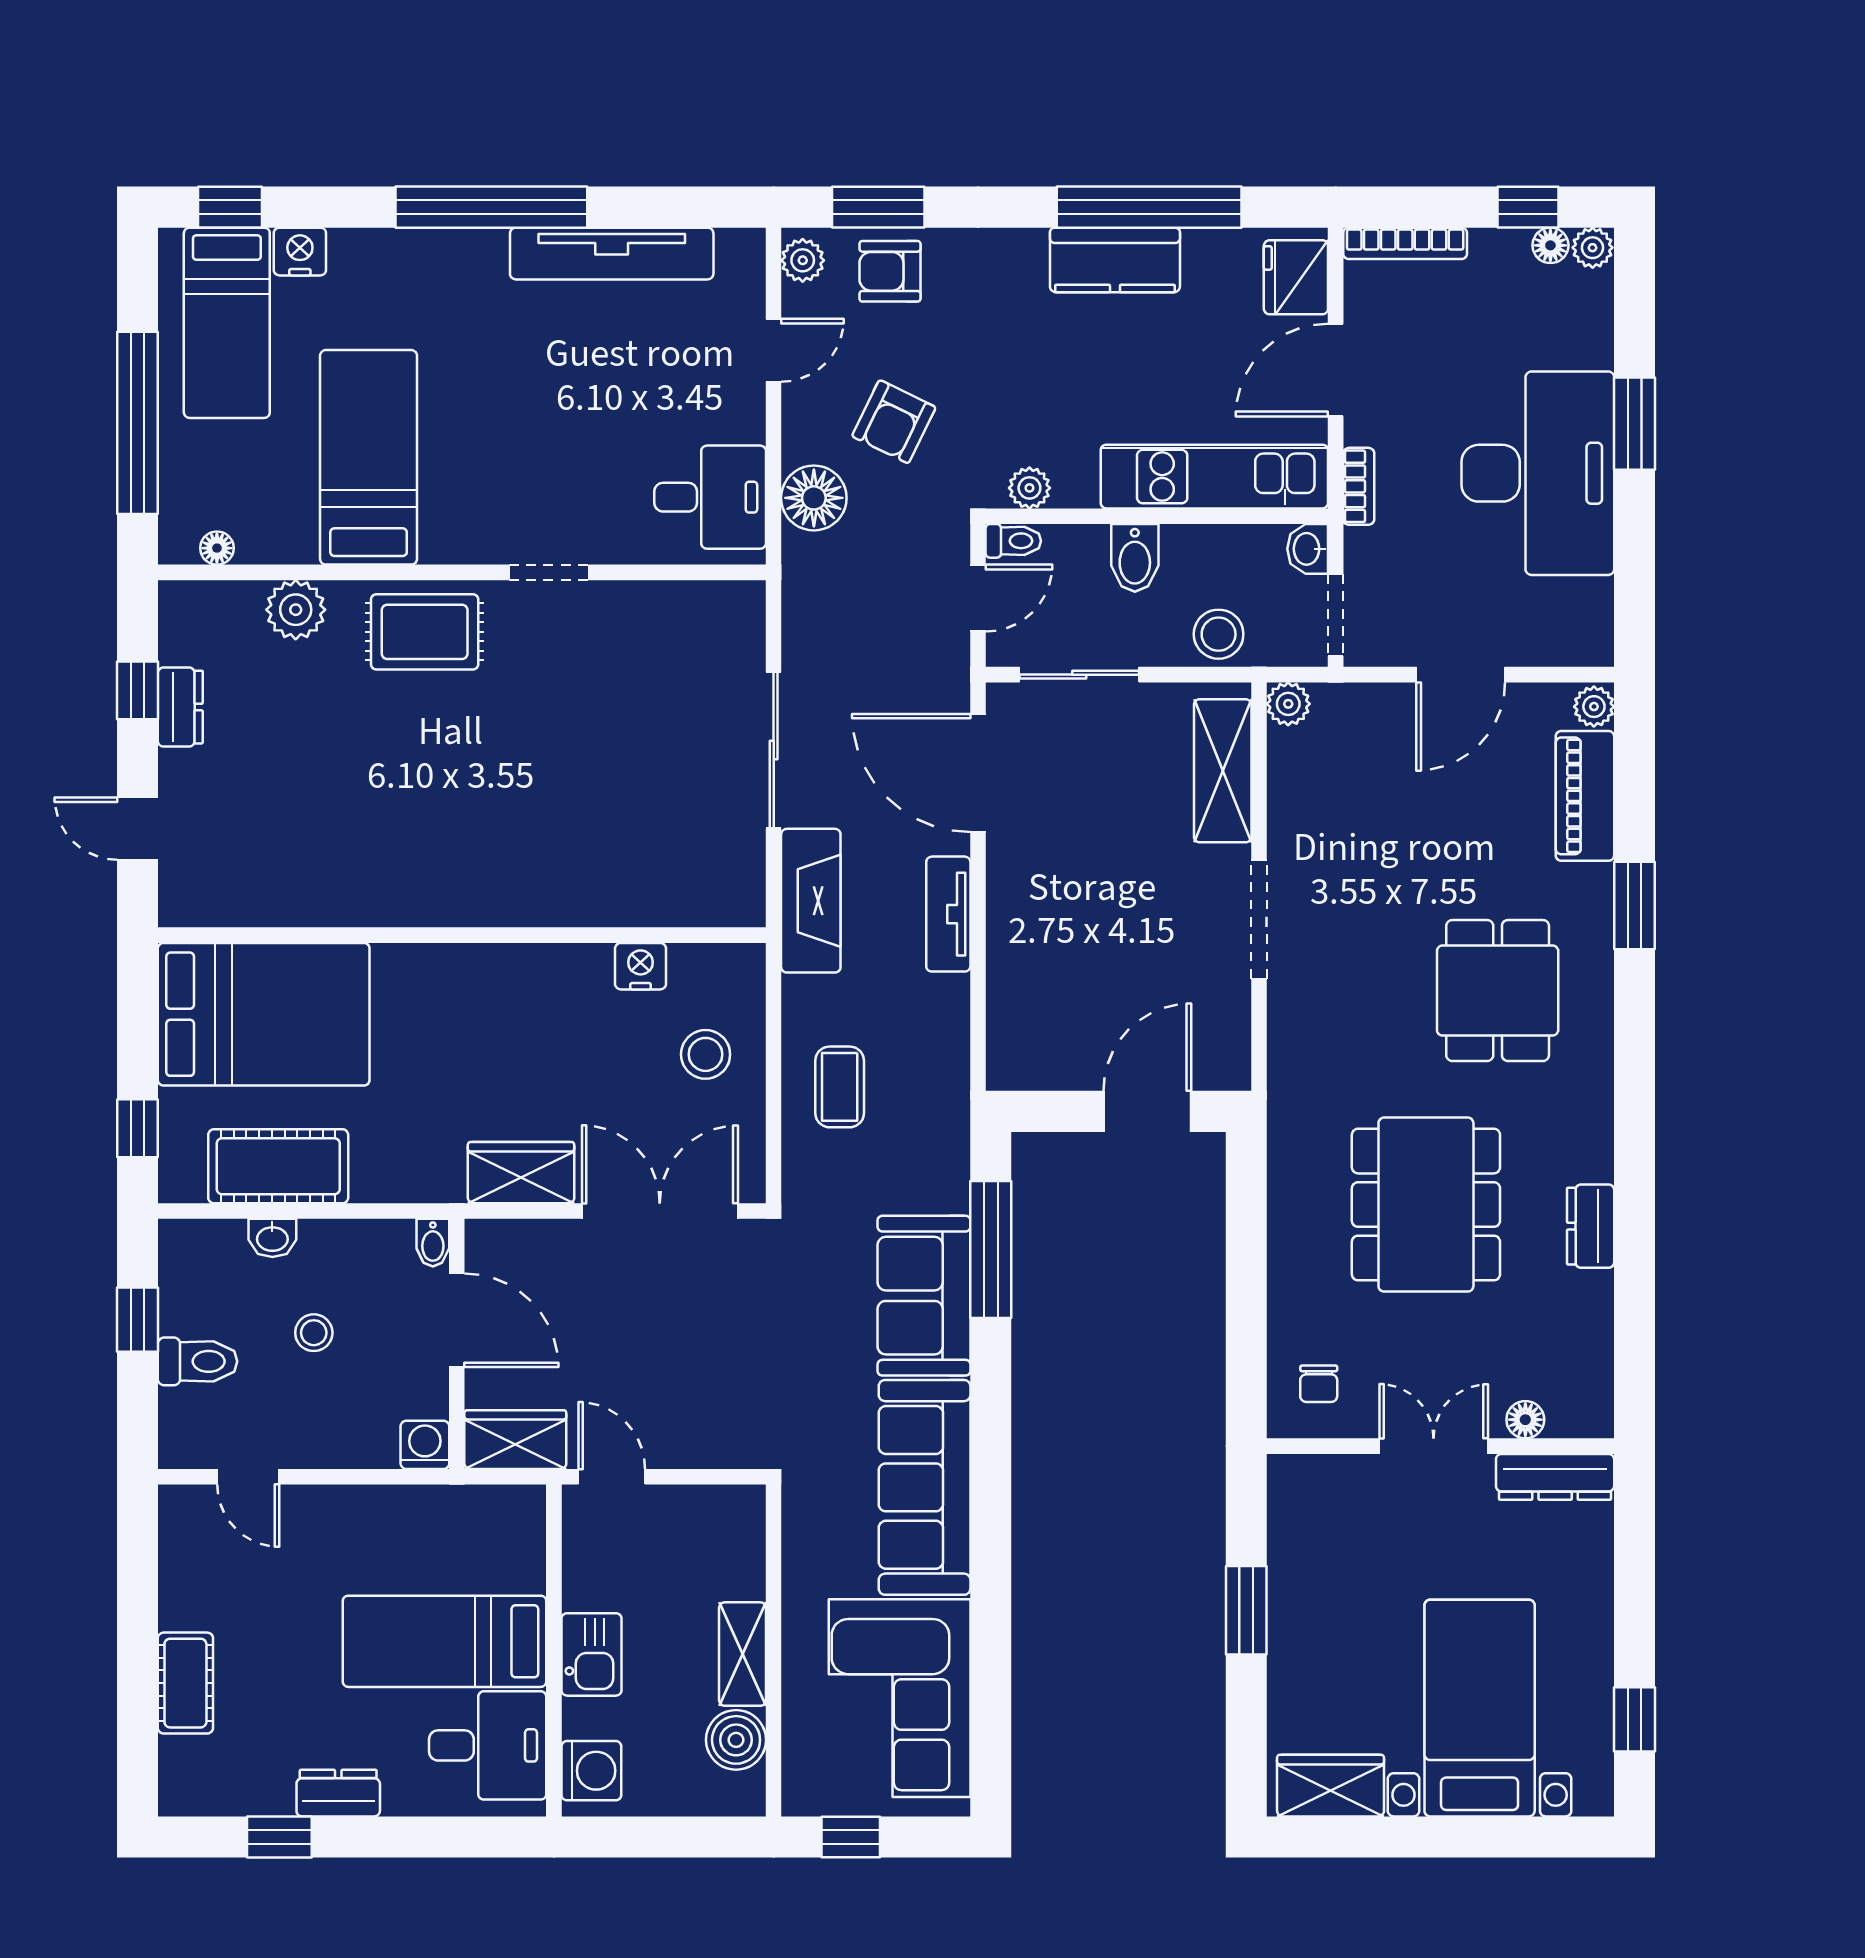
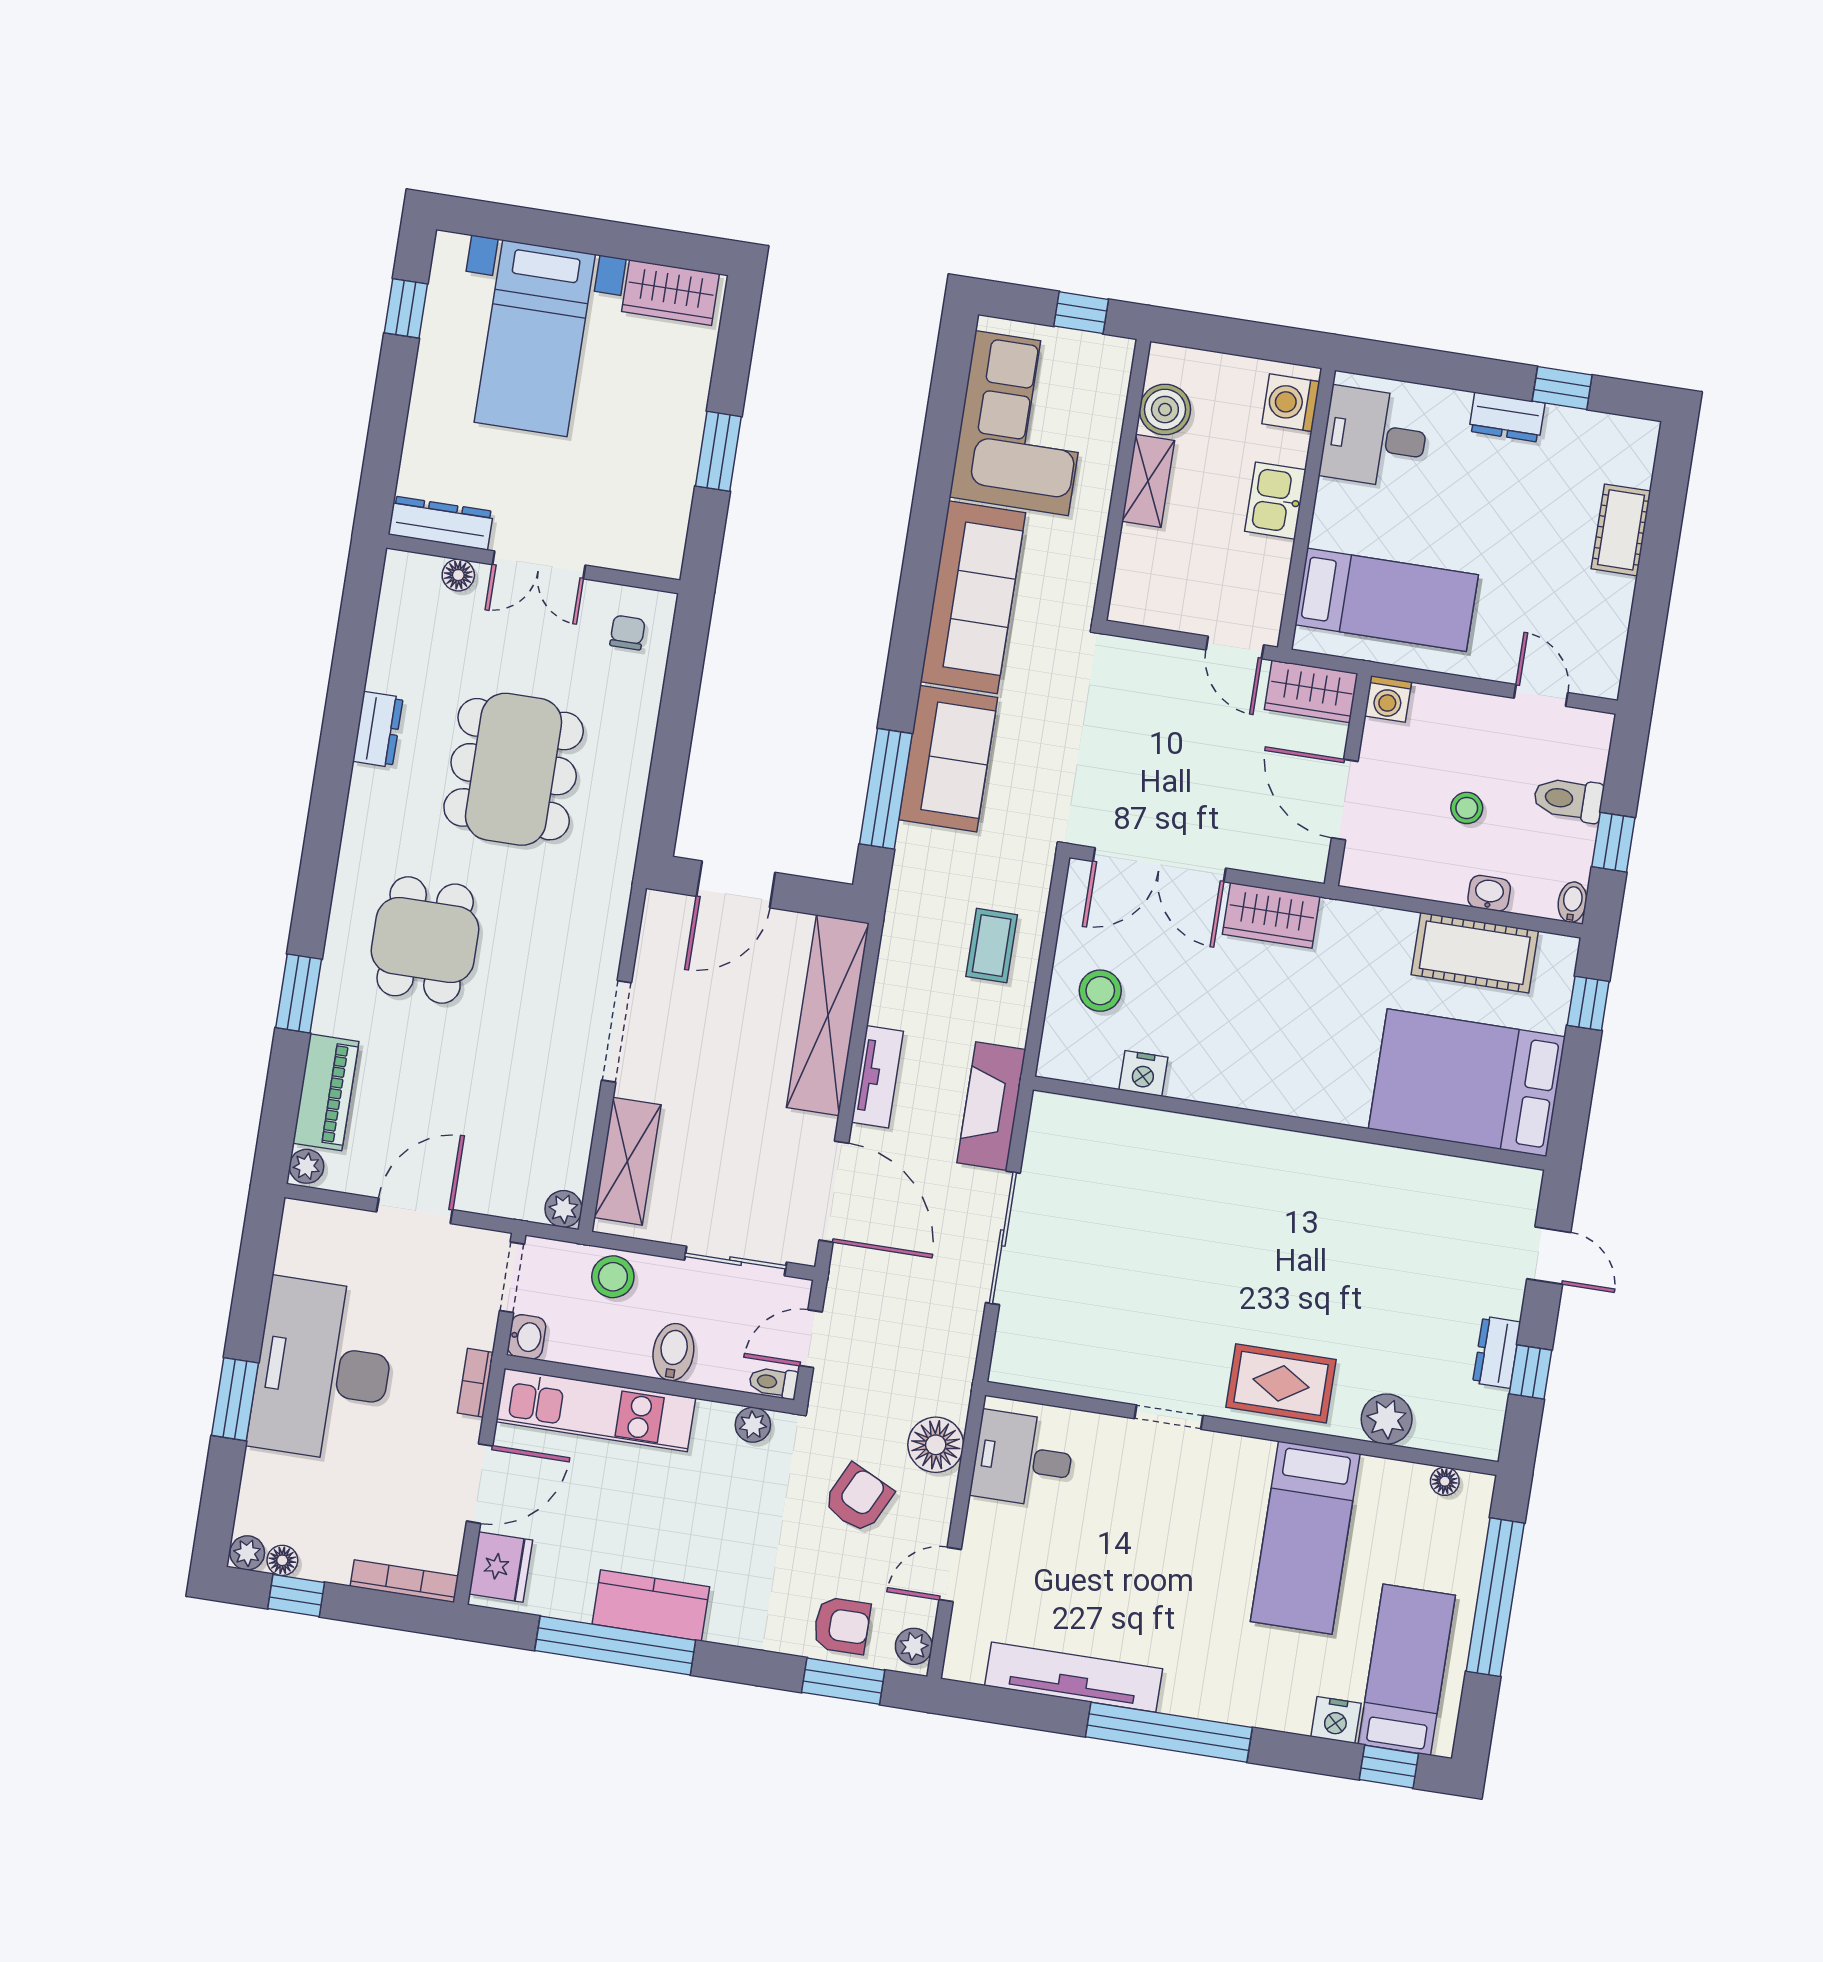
shelving: (1017, 976) -> (828, 1015), added
bidet: (433, 1243) -> (1572, 902), moved
bed: (445, 1641) -> (1387, 600), moved

